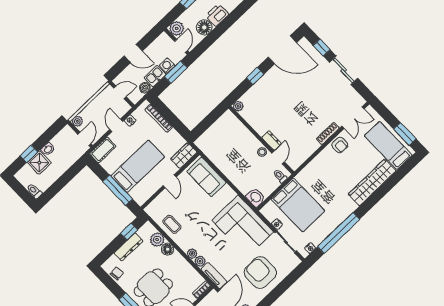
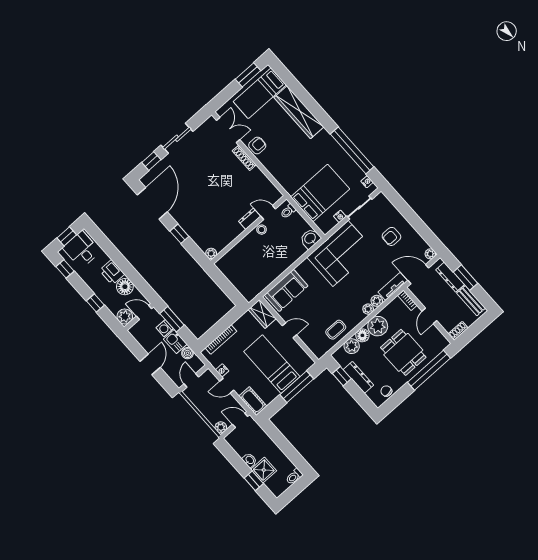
plant: (177, 263) -> (378, 326), added
armchair: (260, 273) -> (391, 236), width x0.53, depth x0.53

